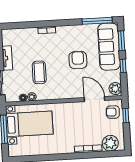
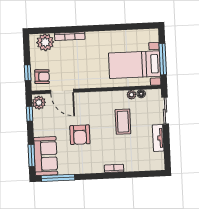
sofa: (109, 47) -> (46, 156), width x0.73
window: (123, 66) -> (30, 114), moved

